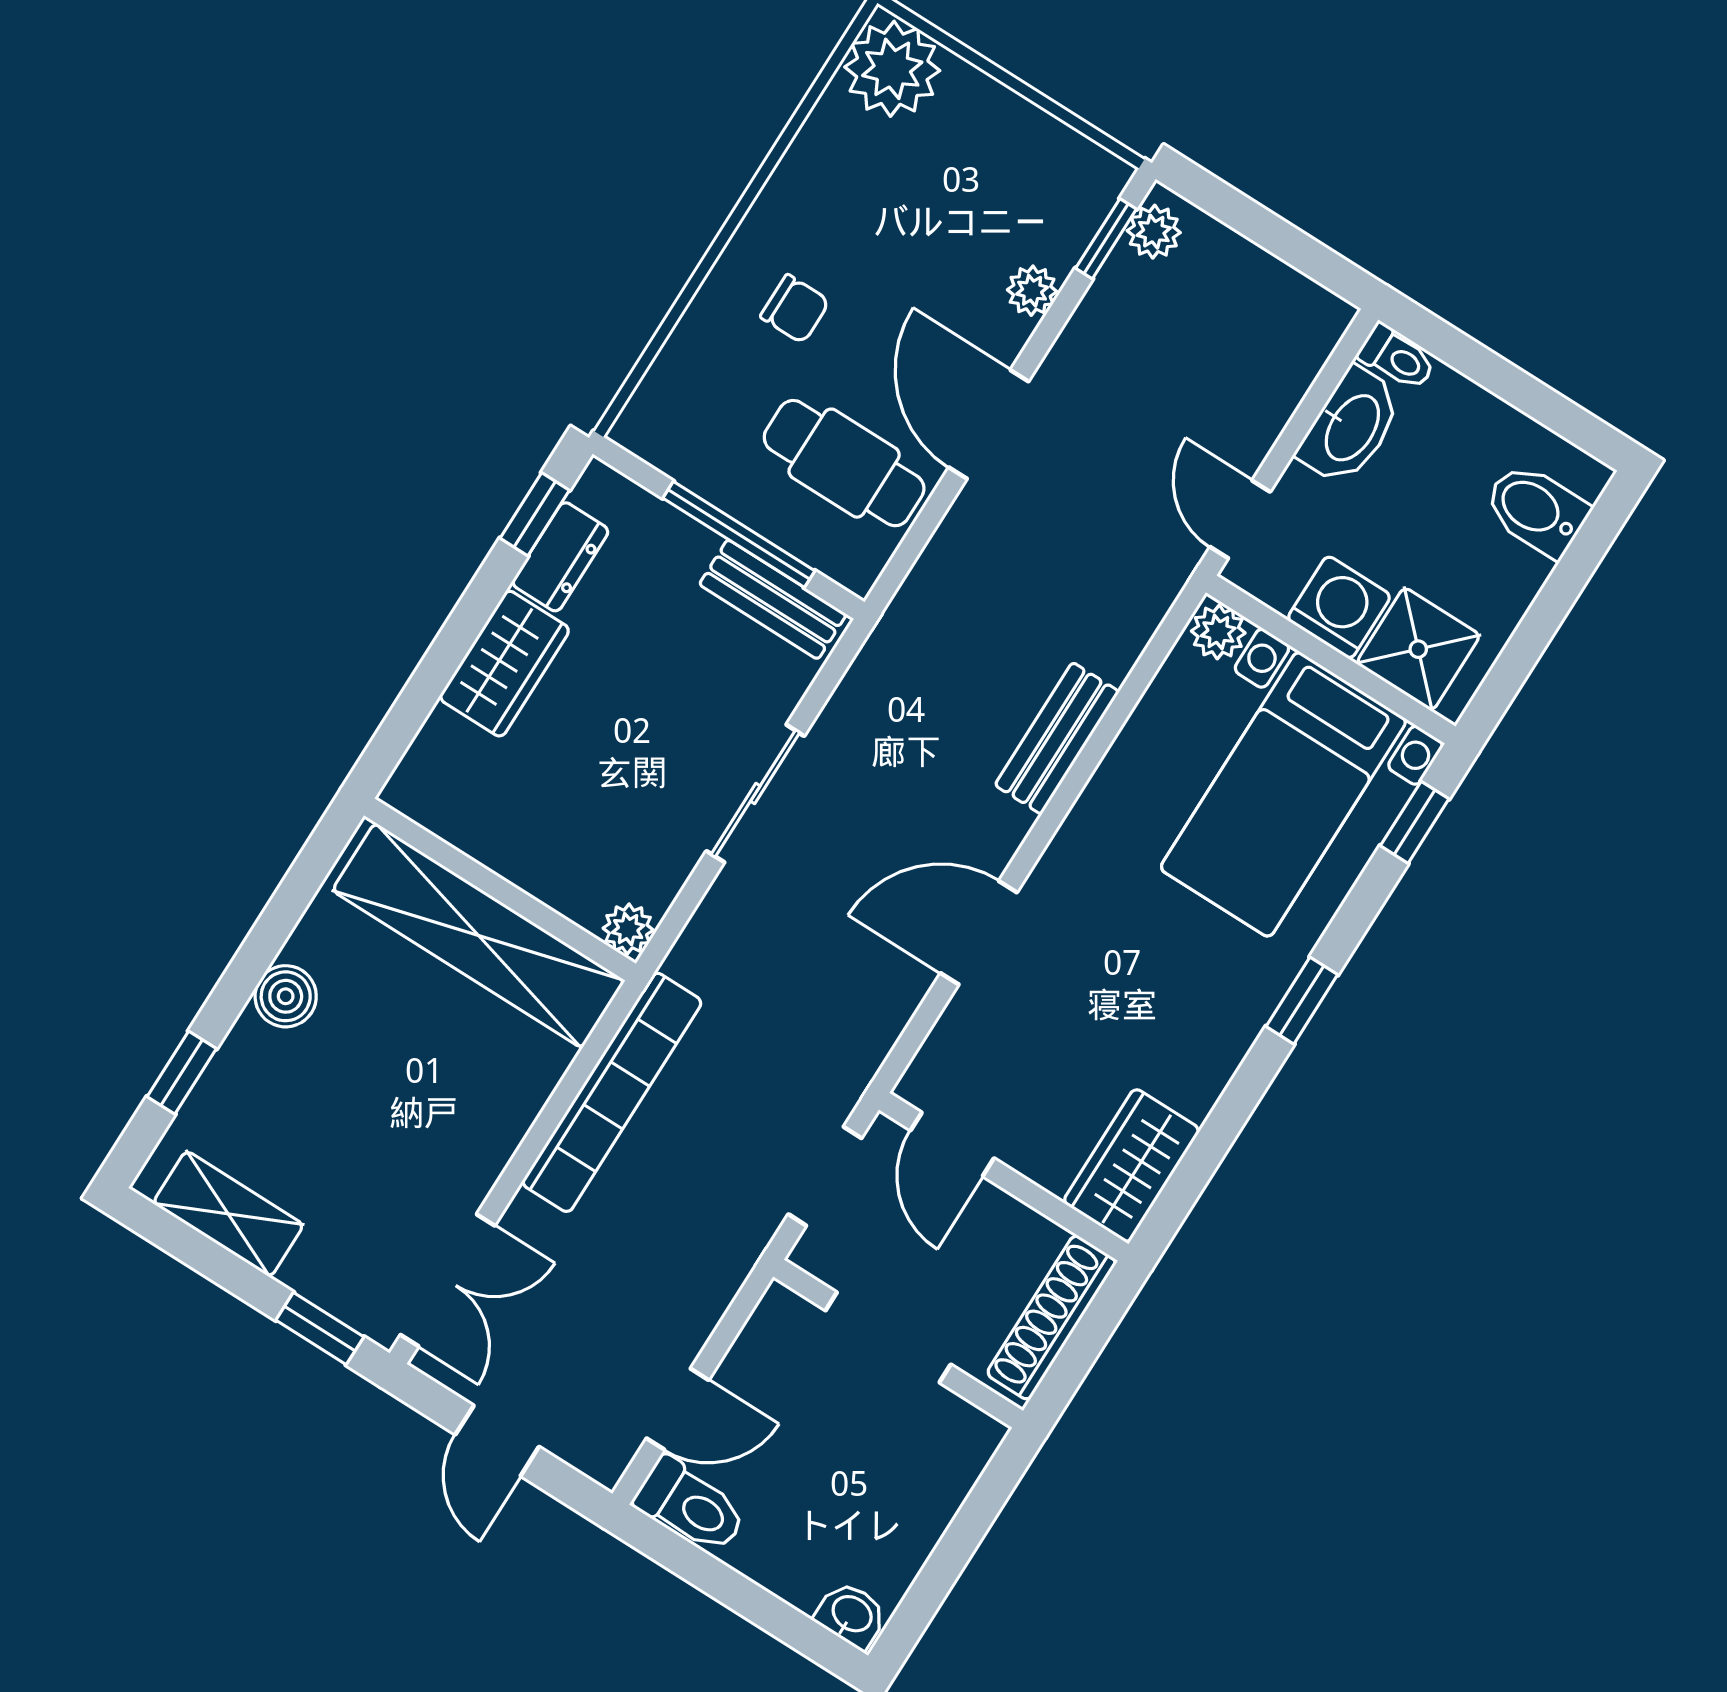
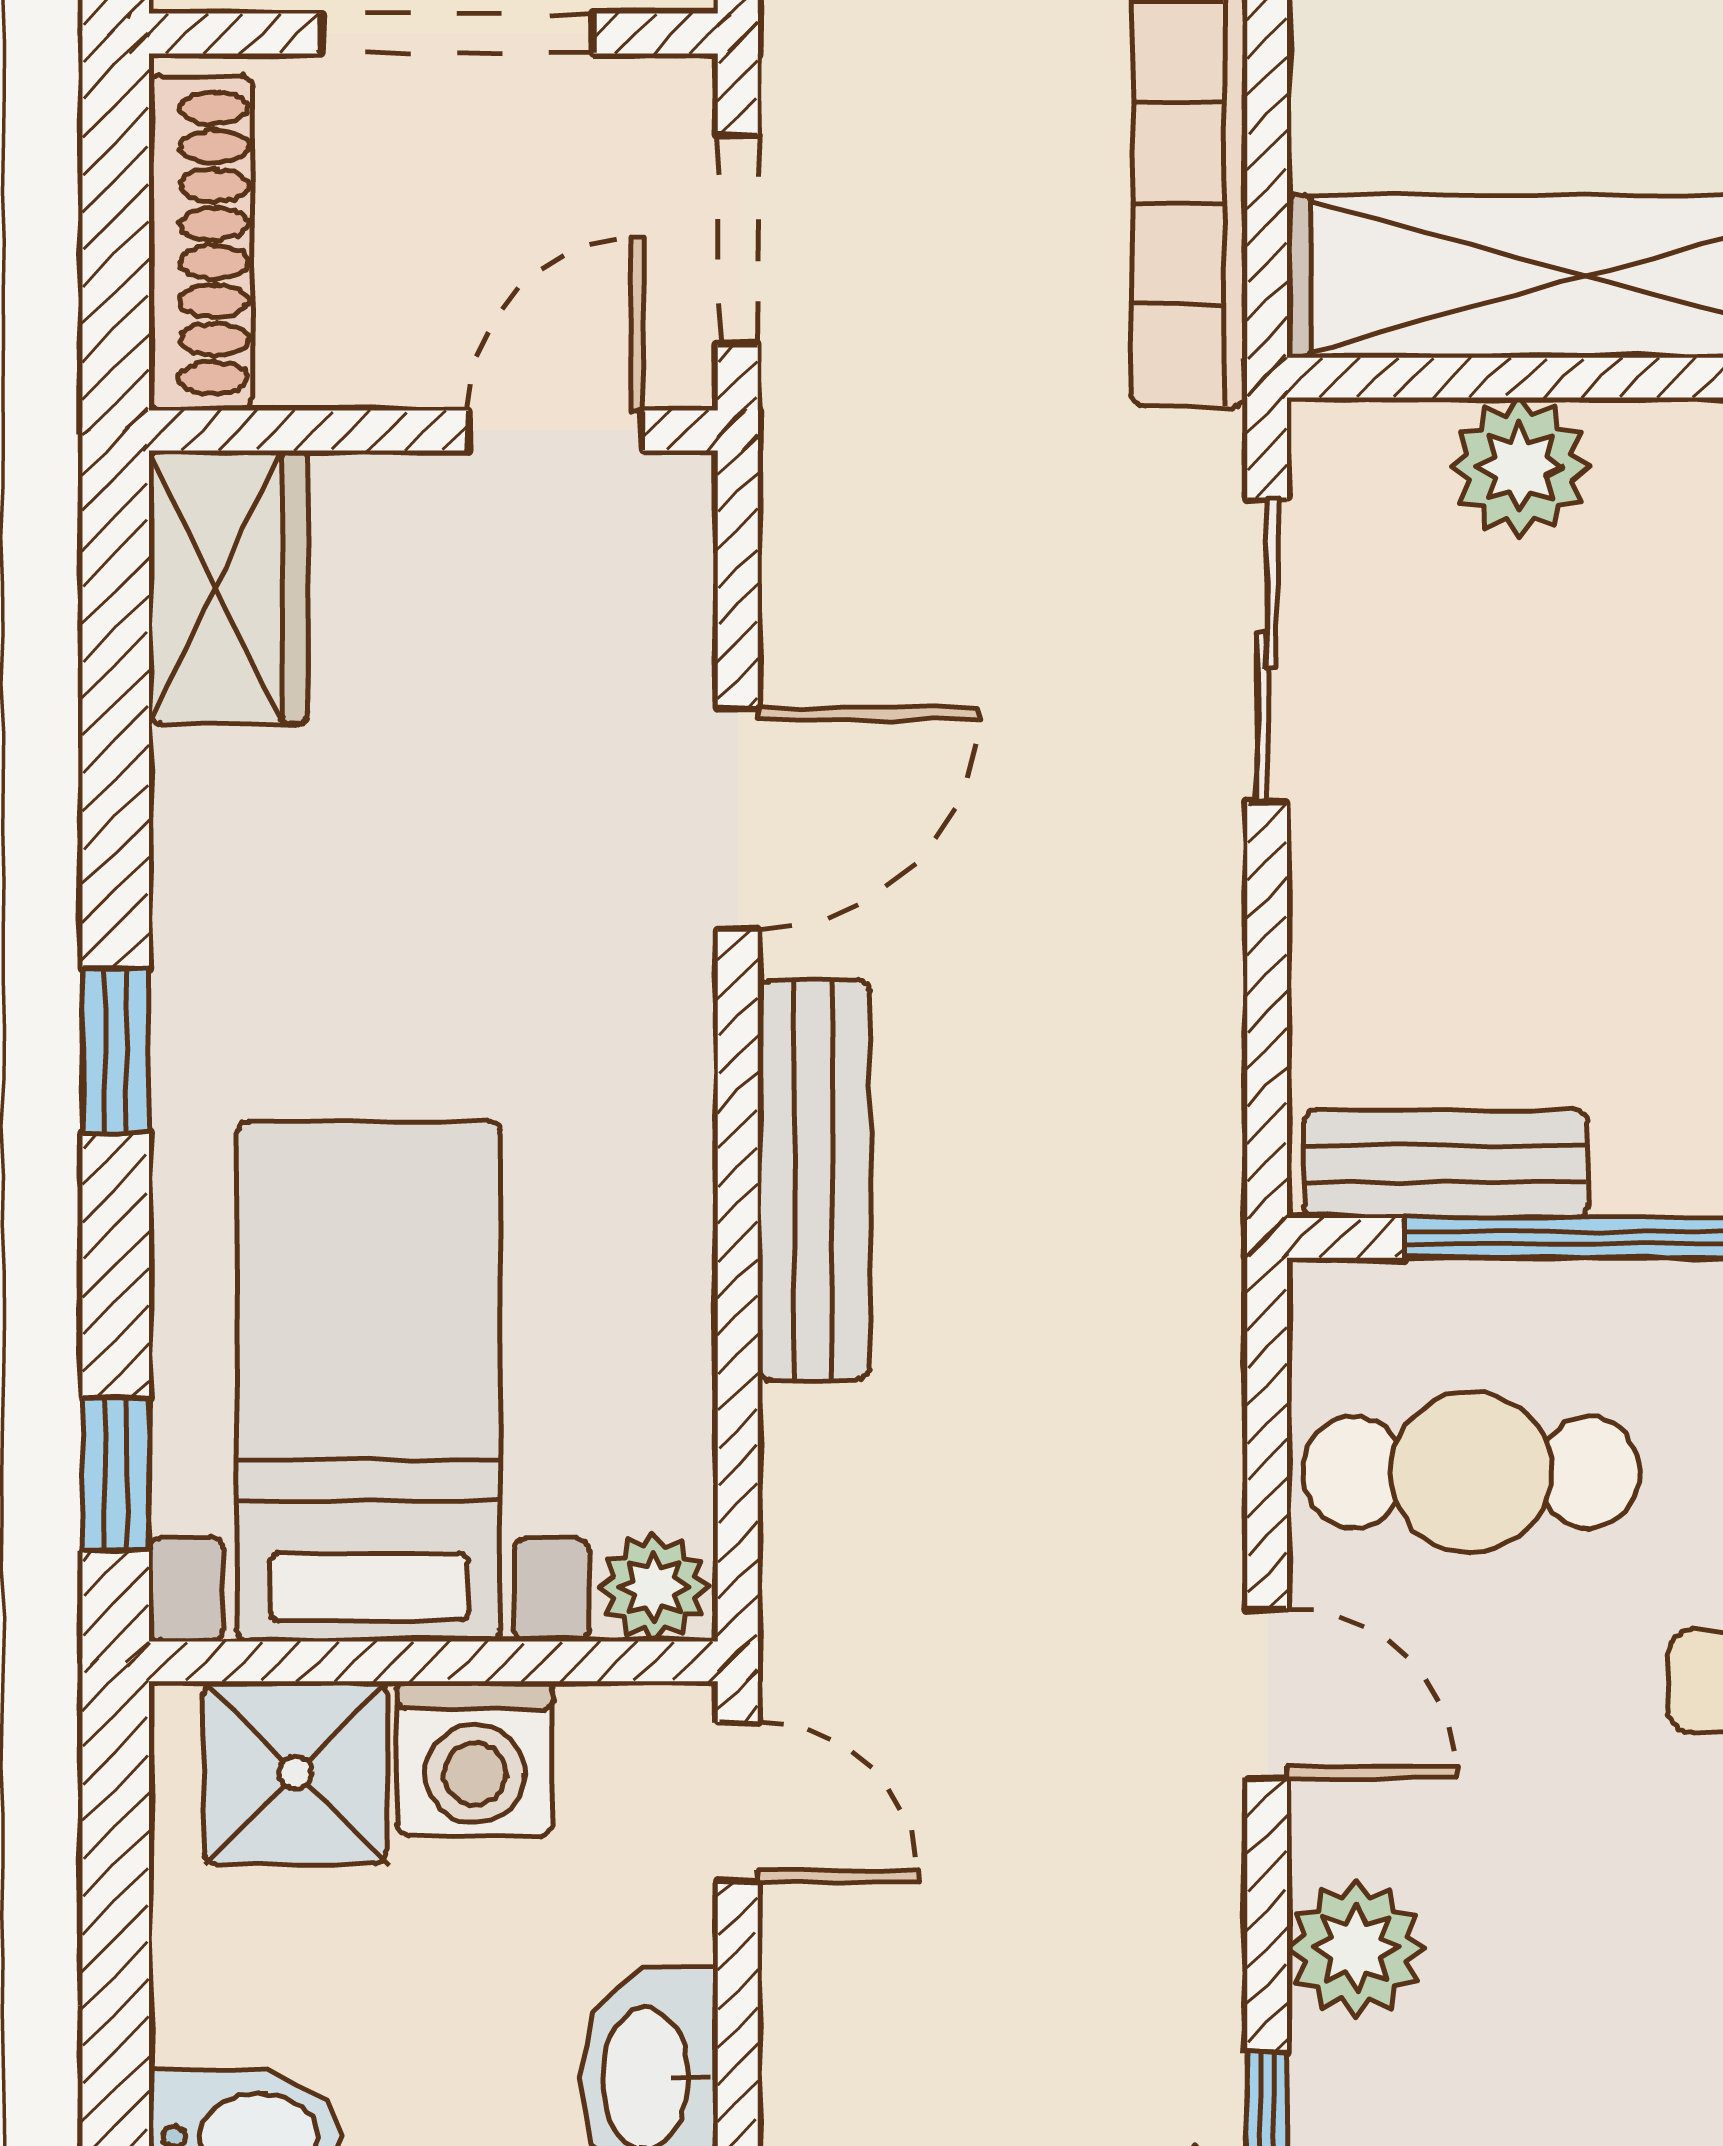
plant: (1032, 291) -> (1356, 1948), width x1.38, depth x1.38
door: (989, 424) -> (1267, 1693), width x0.73
bench: (1057, 738) -> (814, 1180), width x1.36
sliding door: (755, 793) -> (1267, 650), moved
plant: (628, 929) -> (1520, 467), moved, width x1.38, depth x1.38
door: (952, 1144) -> (556, 431), hinge flipped

